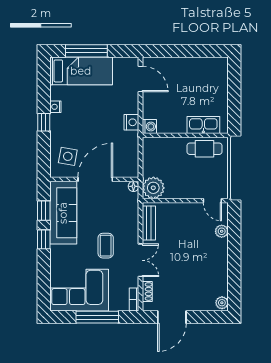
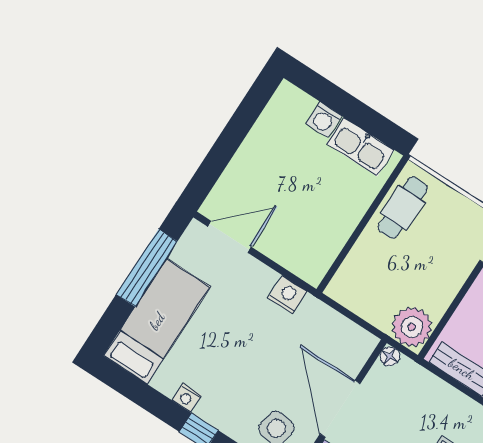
window: (86, 51) -> (147, 268), moved
kitchen sink: (203, 125) -> (360, 147), moved, turned -90
washing machine: (149, 127) -> (324, 120), moved, turned 180

